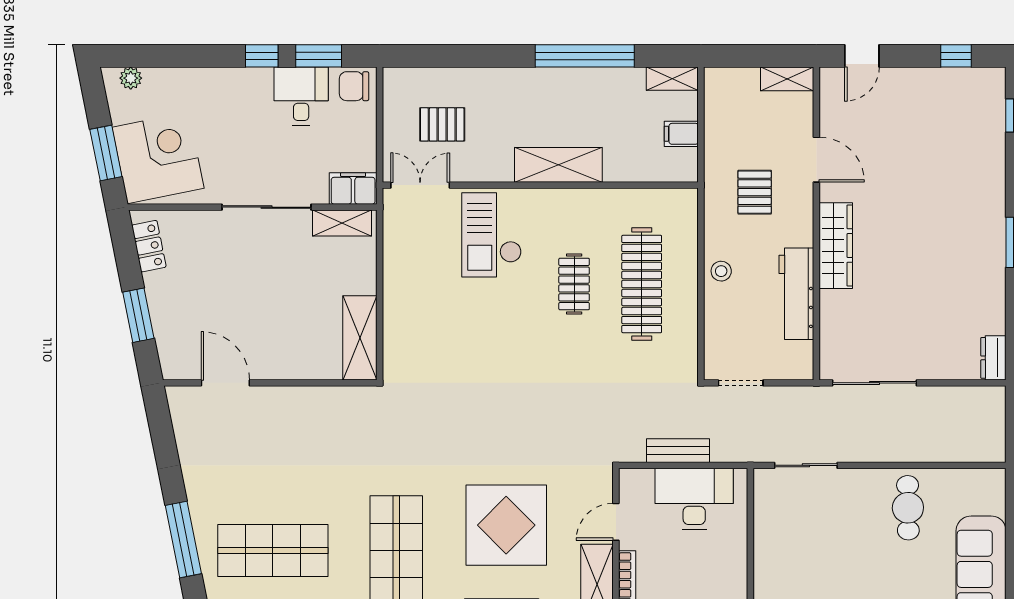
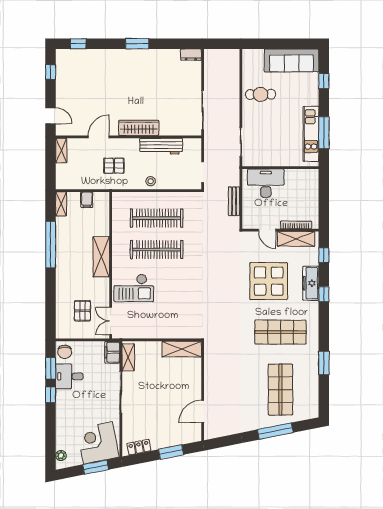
clothes rail: (574, 284) -> (157, 250), width x1.86, depth x1.31
desk: (694, 499) -> (266, 183), moved, turned 90

